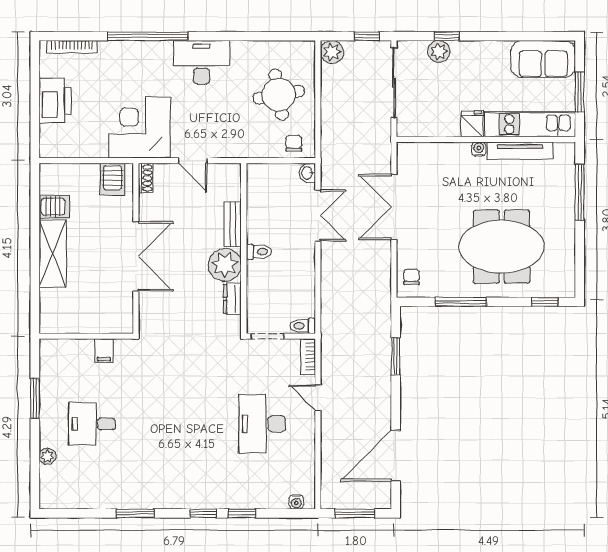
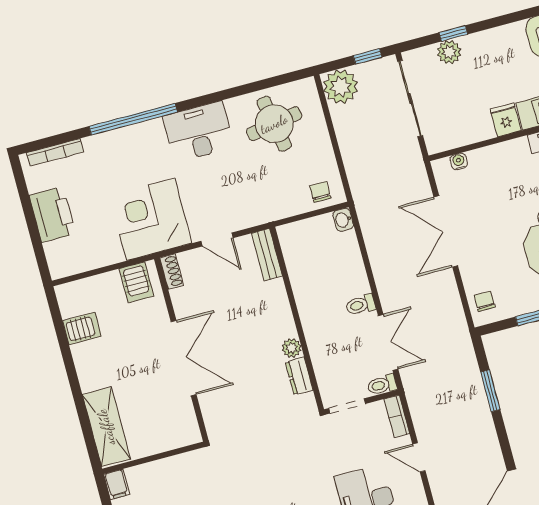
plant: (332, 52) -> (341, 87), width x1.36, depth x1.36
round table: (279, 95) -> (274, 124), moved
water cooler: (479, 149) -> (459, 161), moved
double door: (318, 215) -> (388, 342), moved
bench: (233, 224) -> (267, 255), moved
toilet: (259, 252) -> (361, 305), moved, turned 180
shelving: (53, 254) -> (106, 427), moved
plant: (225, 265) -> (292, 348), width x0.53, depth x0.53
filing cabinet: (104, 351) -> (117, 484), moved

